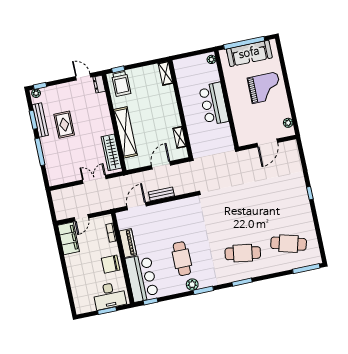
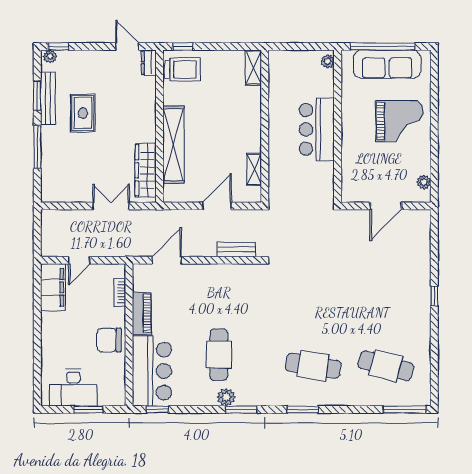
trolley: (121, 84) -> (183, 69), turned -90
bench: (161, 194) -> (236, 250), moved
desk: (109, 296) -> (73, 388), moved

